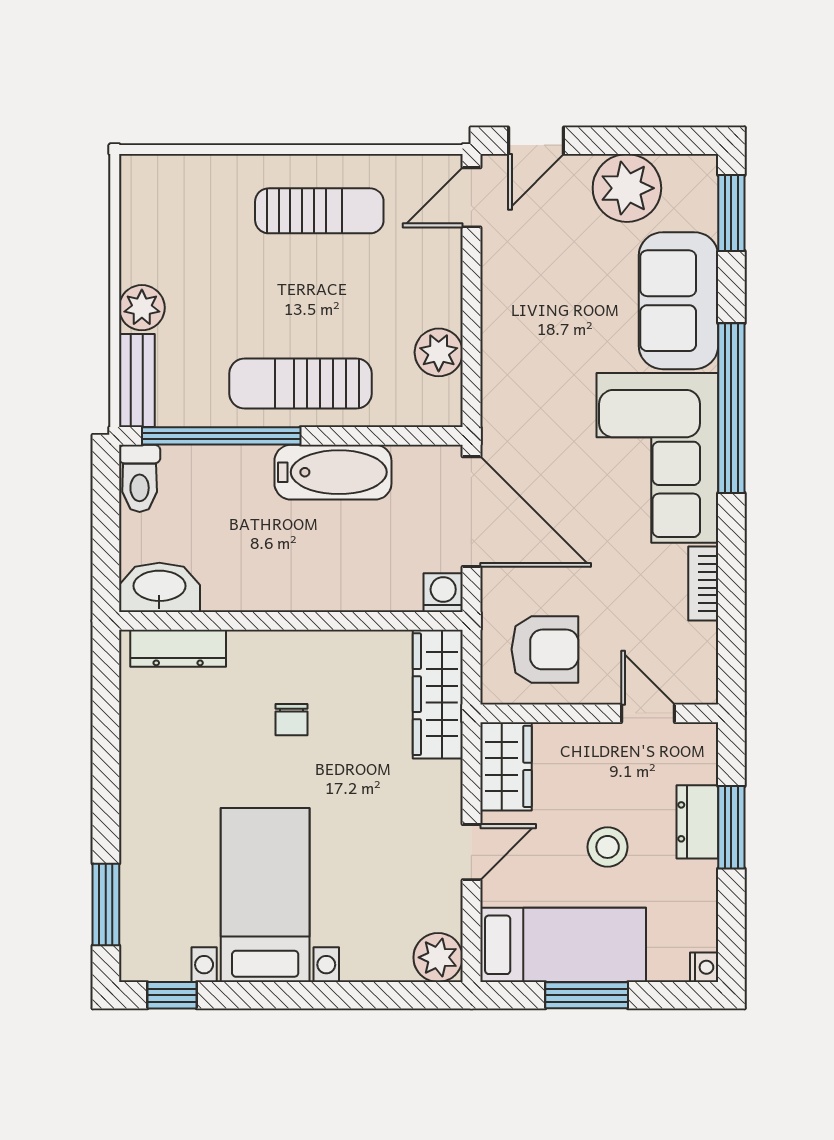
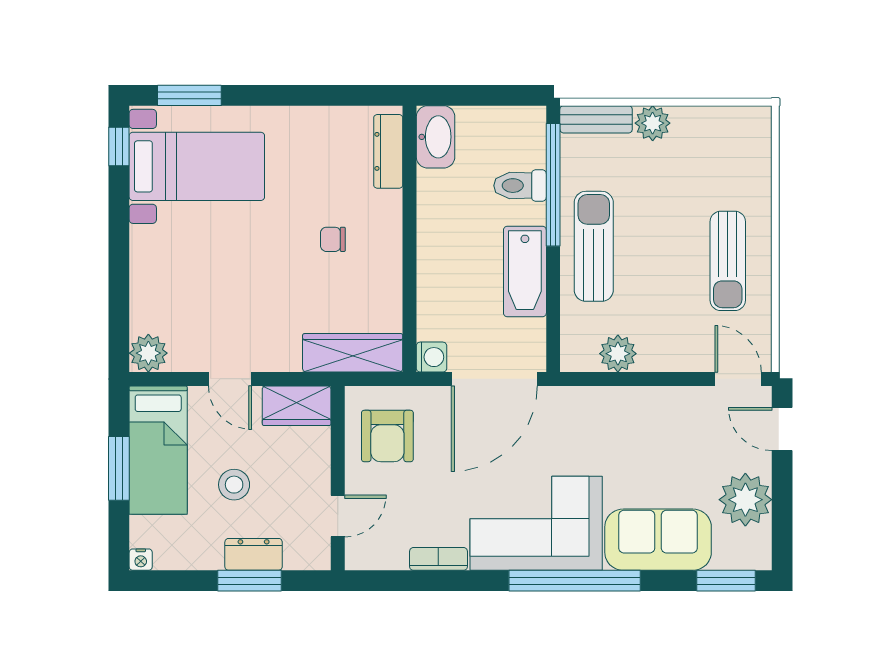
toilet: (140, 478) -> (520, 186), moved
bed with nightstands: (265, 895) -> (197, 166), moved

